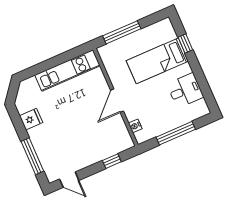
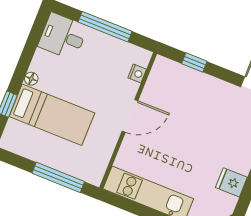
floor lamp: (186, 69) -> (31, 79), added
desk: (185, 90) -> (63, 36), moved

